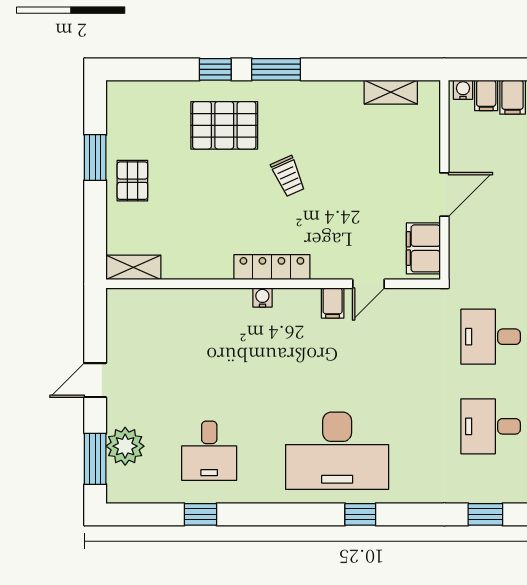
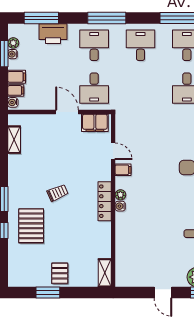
pallet: (132, 181) -> (60, 273), turned 90
plant: (284, 298) -> (120, 195), added
desk: (491, 337) -> (94, 88), moved

